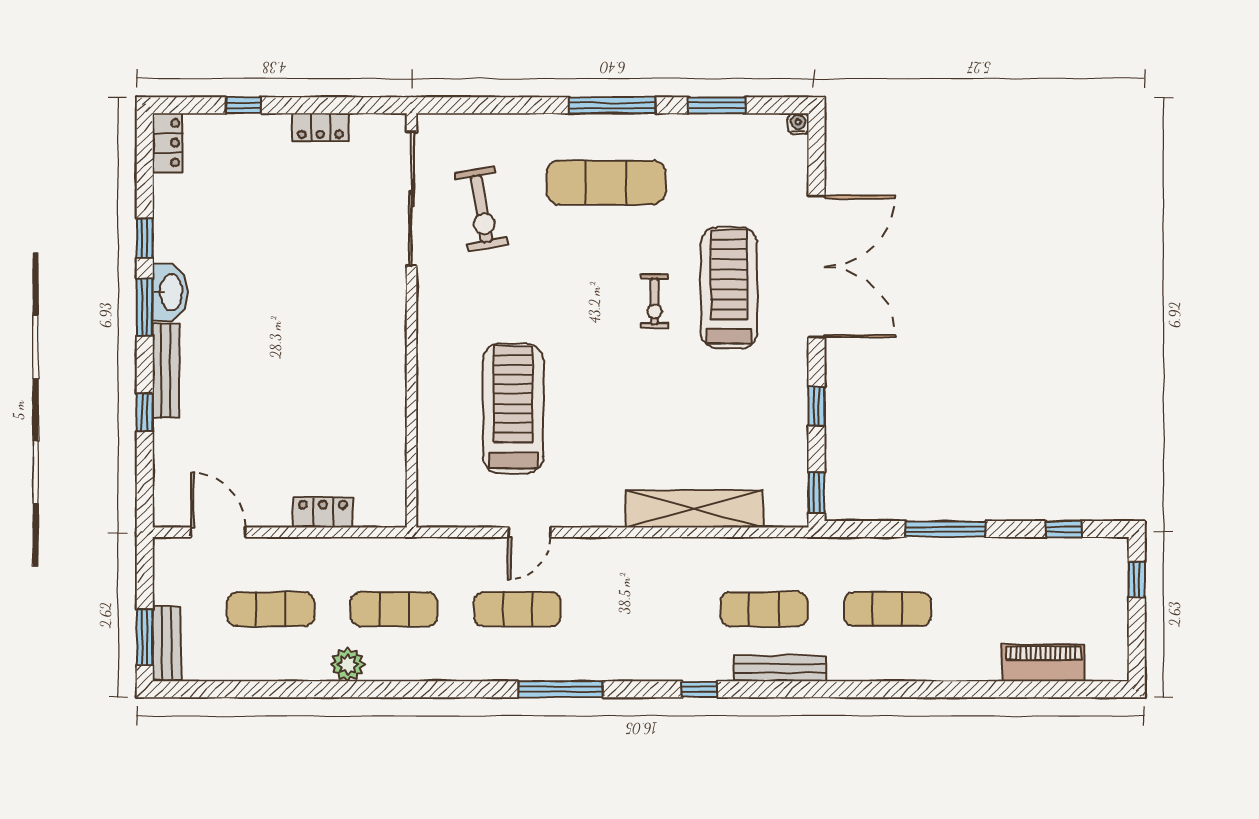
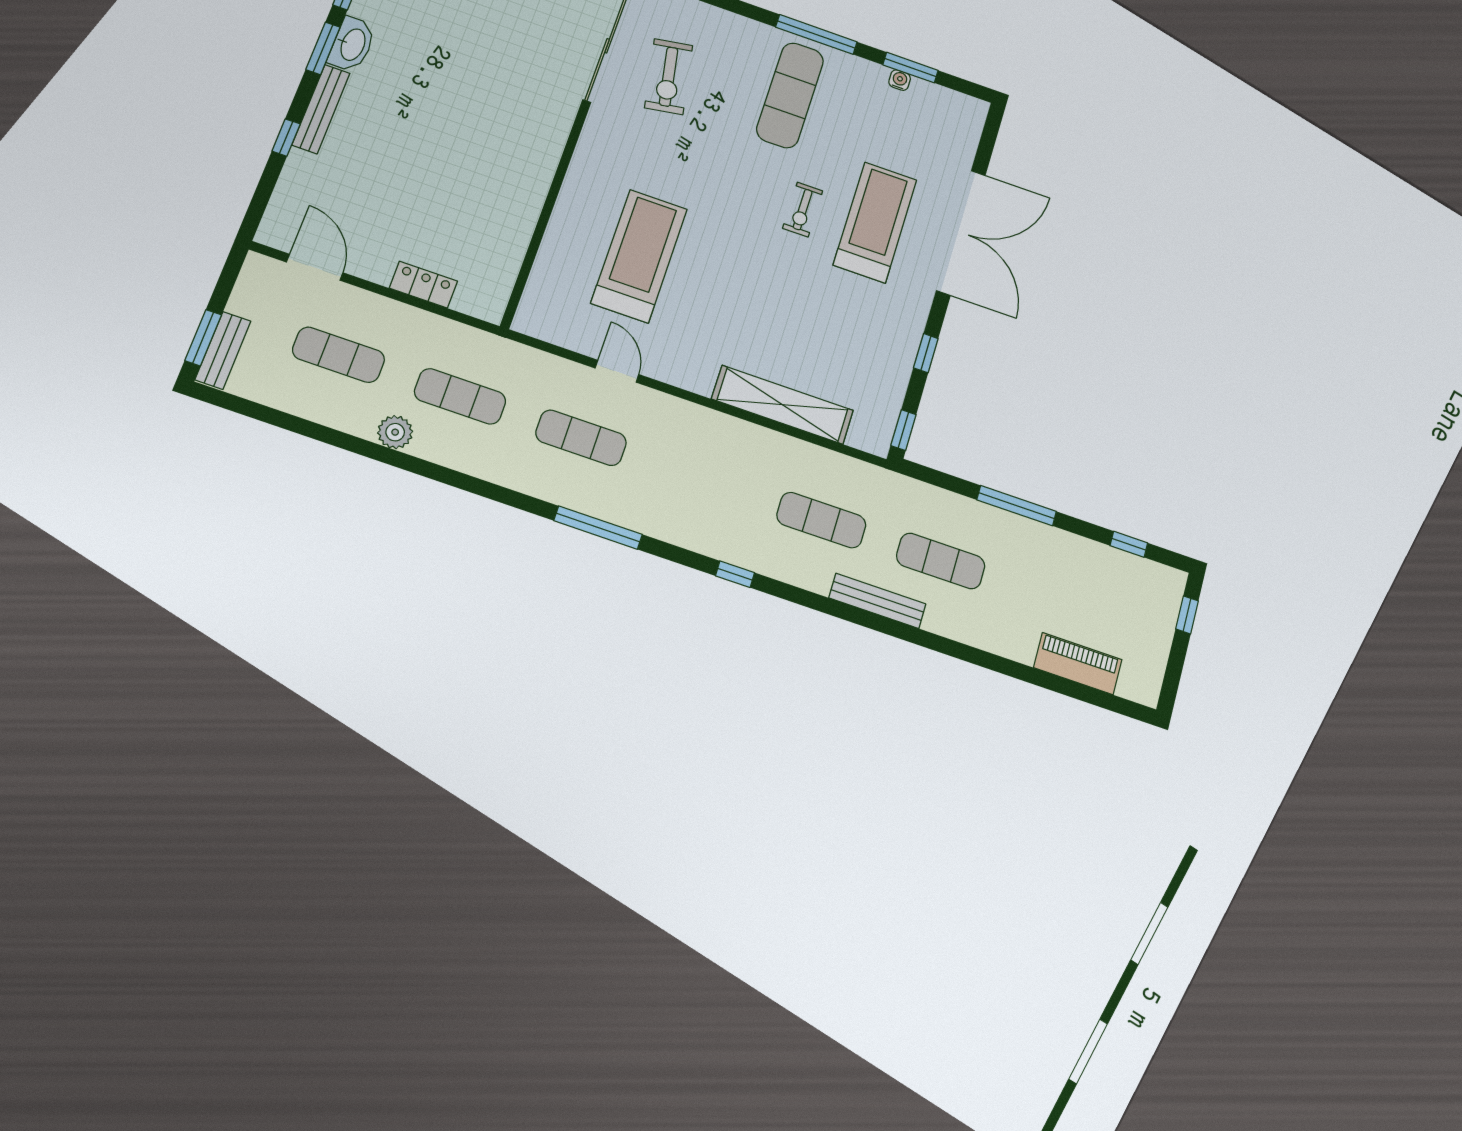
water cooler: (798, 124) -> (900, 80), moved
exercise mat: (606, 183) -> (790, 95), turned 90
door: (529, 532) -> (617, 371), swing flipped
bench: (780, 668) -> (877, 601), moved

